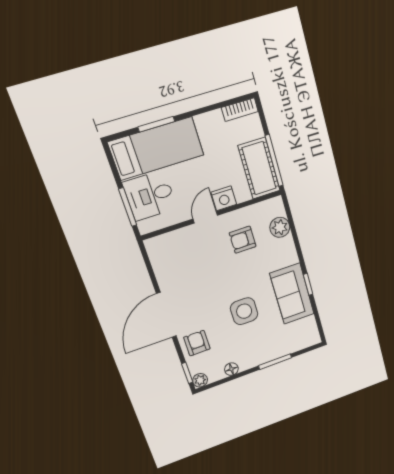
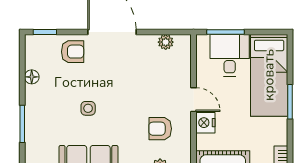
window: (156, 124) -> (290, 102), moved
armchair: (243, 240) -> (160, 129), turned -90
side table: (244, 311) -> (88, 108), width x0.54, depth x0.54
plant: (200, 380) -> (166, 42), moved

